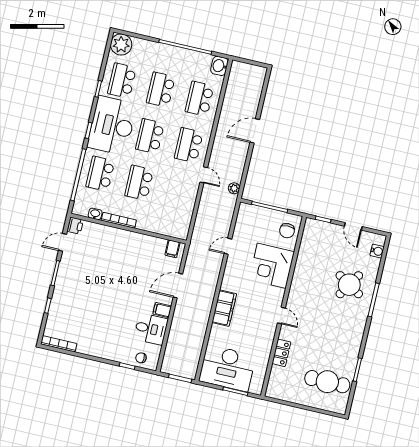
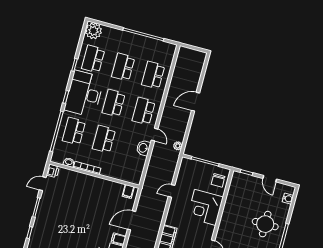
washbasin: (219, 66) -> (143, 148), moved
round table: (349, 285) -> (265, 224), turned -32

